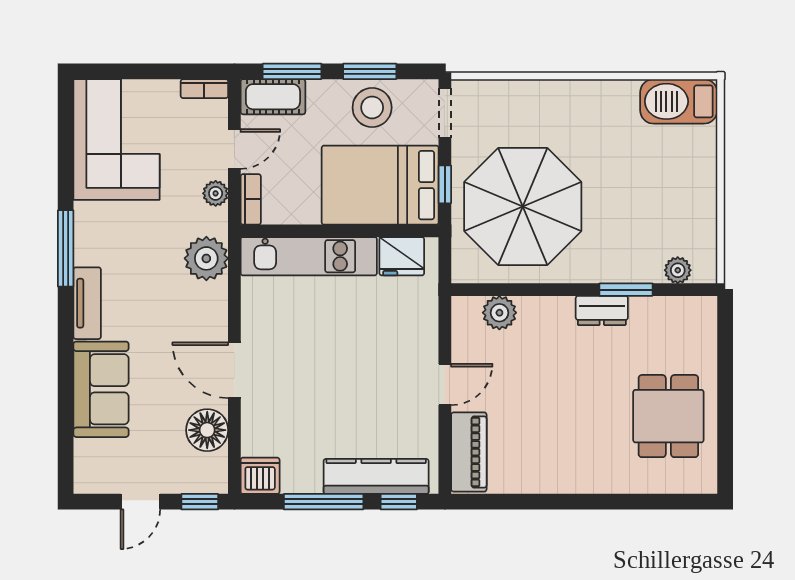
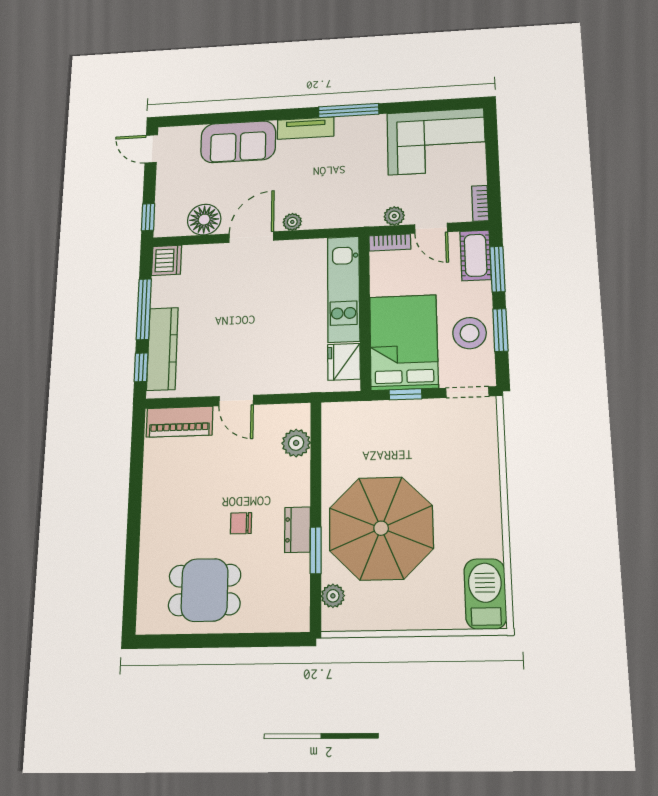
parasol: (523, 206) -> (381, 528), moved
plant: (206, 258) -> (292, 222), moved, width x0.53, depth x0.53
chair: (593, 376) -> (241, 523), added
door: (140, 502) -> (151, 149), moved

